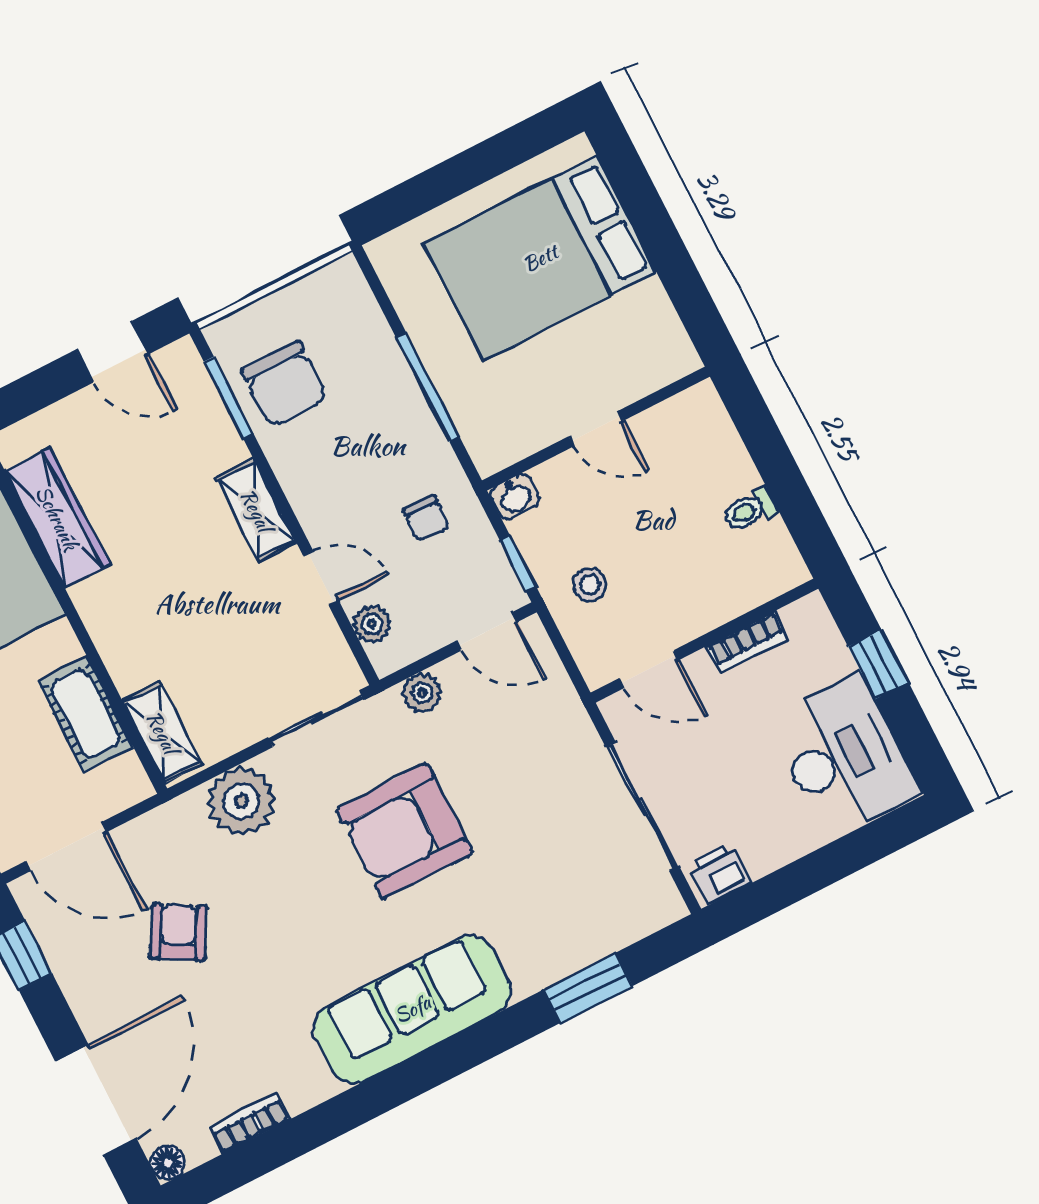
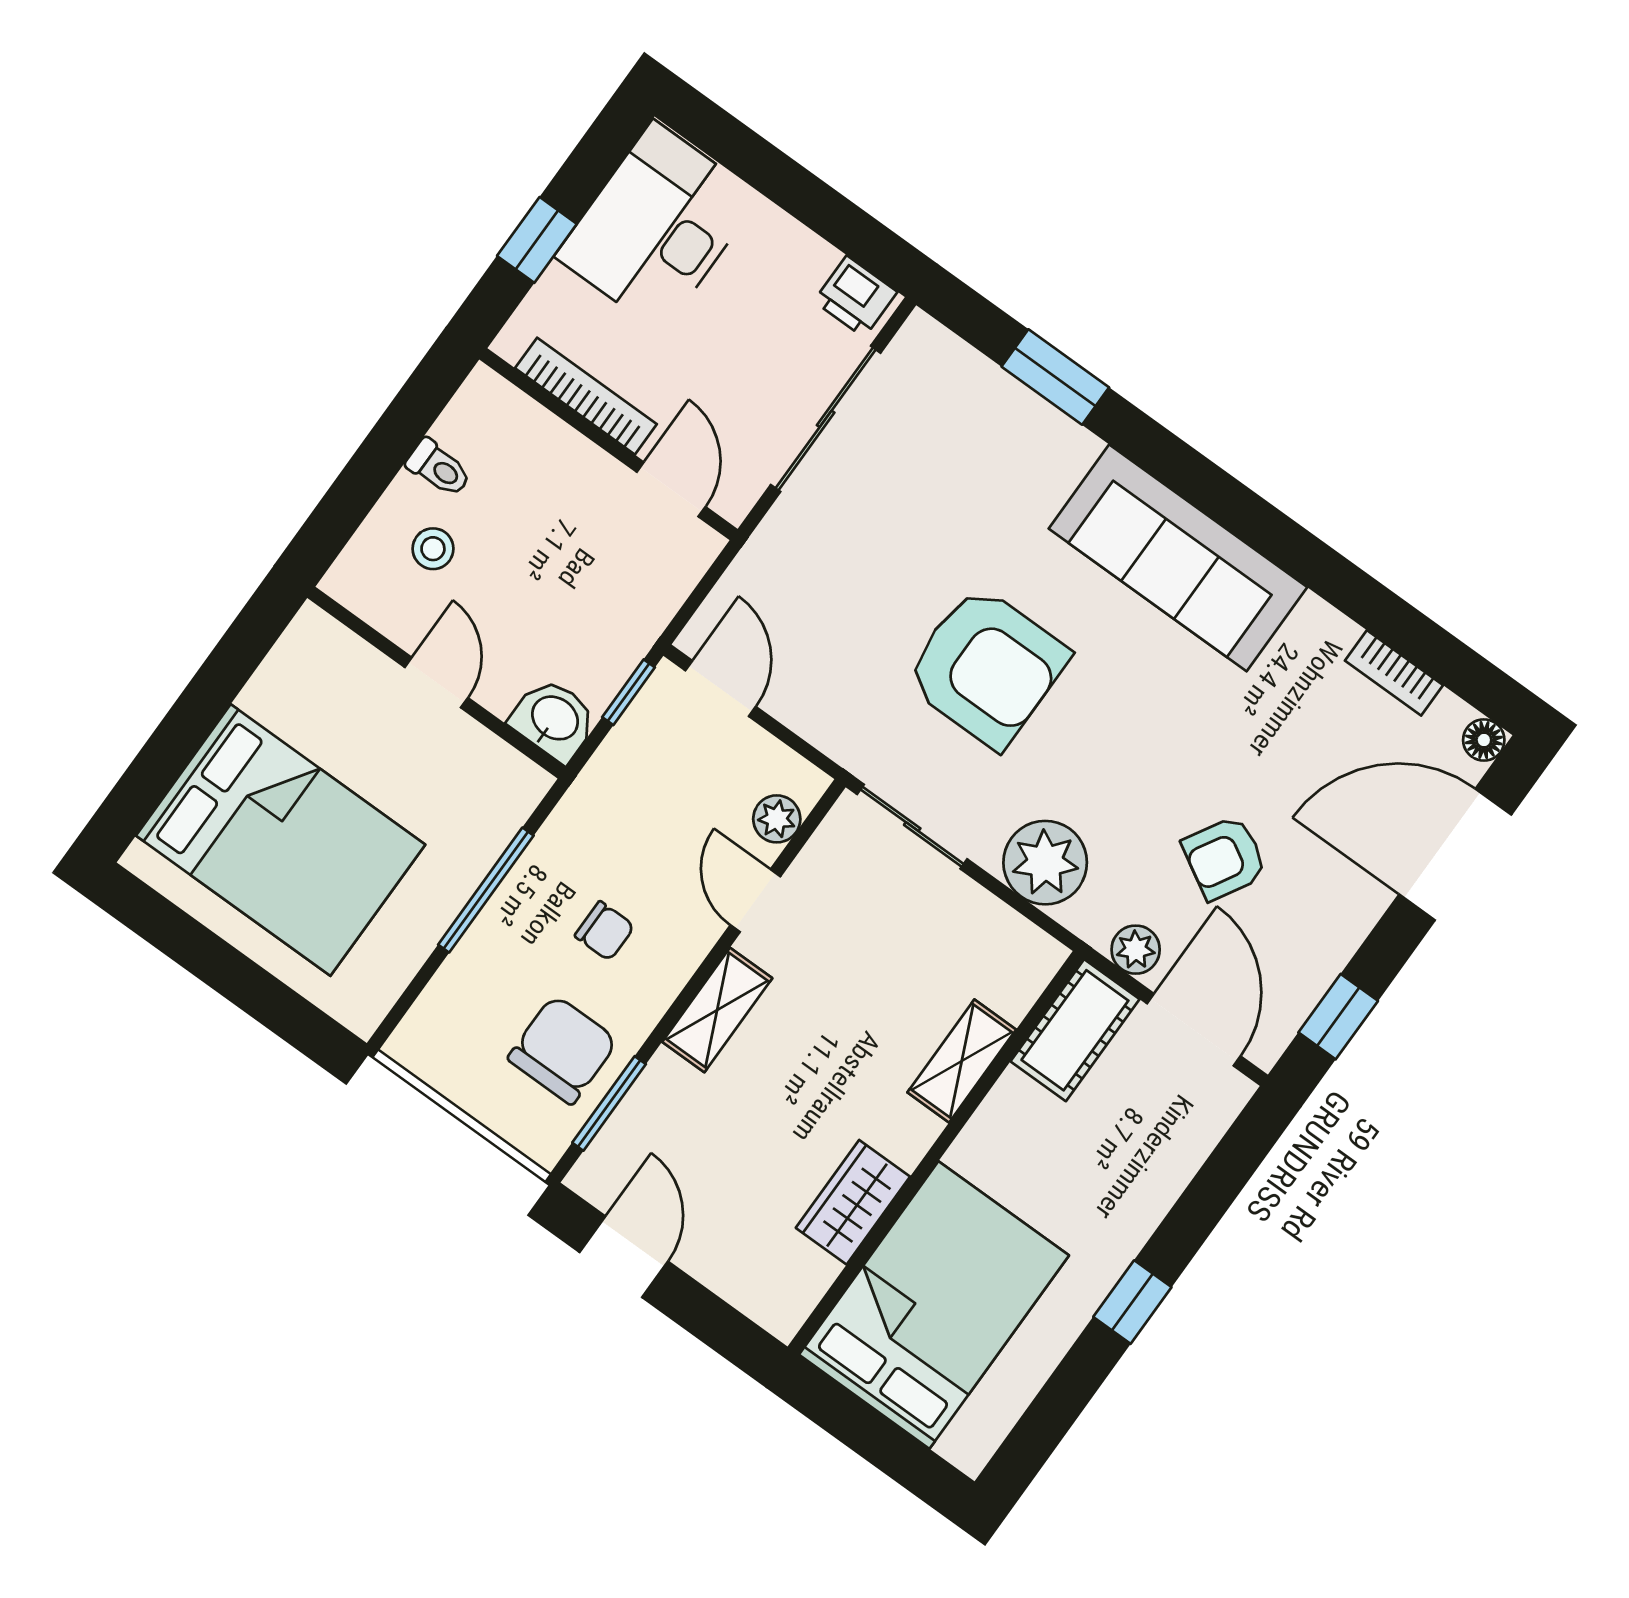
washbasin: (515, 496) -> (554, 720), width x1.38, depth x1.45
wardrobe: (57, 518) -> (853, 1202), width x0.67
chair: (426, 518) -> (605, 931), moved, turned 87
stool: (590, 585) -> (433, 549), moved
bookcase: (747, 642) -> (586, 396), width x1.56
plant: (422, 693) -> (1136, 950), moved
cot: (85, 714) -> (1075, 1030), moved
shelving: (162, 732) -> (962, 1061), moved

